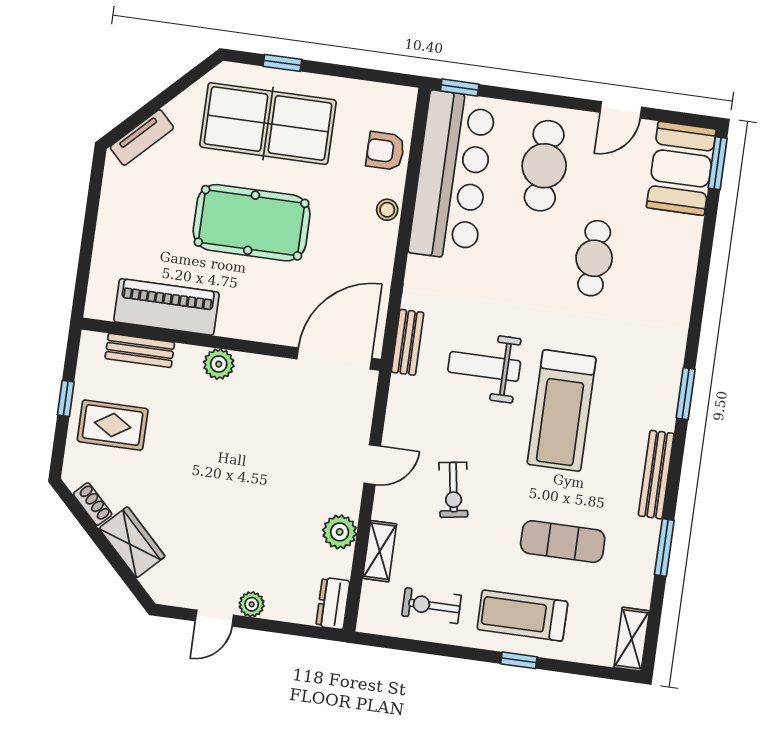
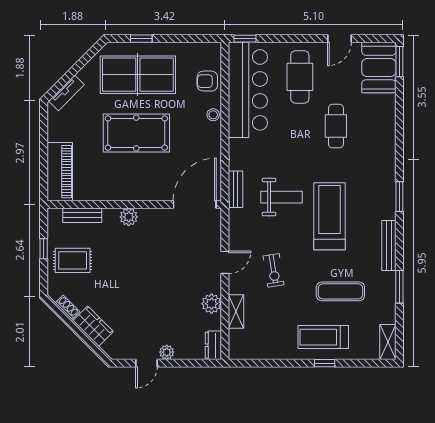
piano: (166, 307) -> (60, 172), moved, turned 90
weight bench: (484, 366) -> (281, 197), turned 180
treadmill: (562, 411) -> (329, 216), turned 180
exercise bike: (432, 606) -> (270, 339), removed

